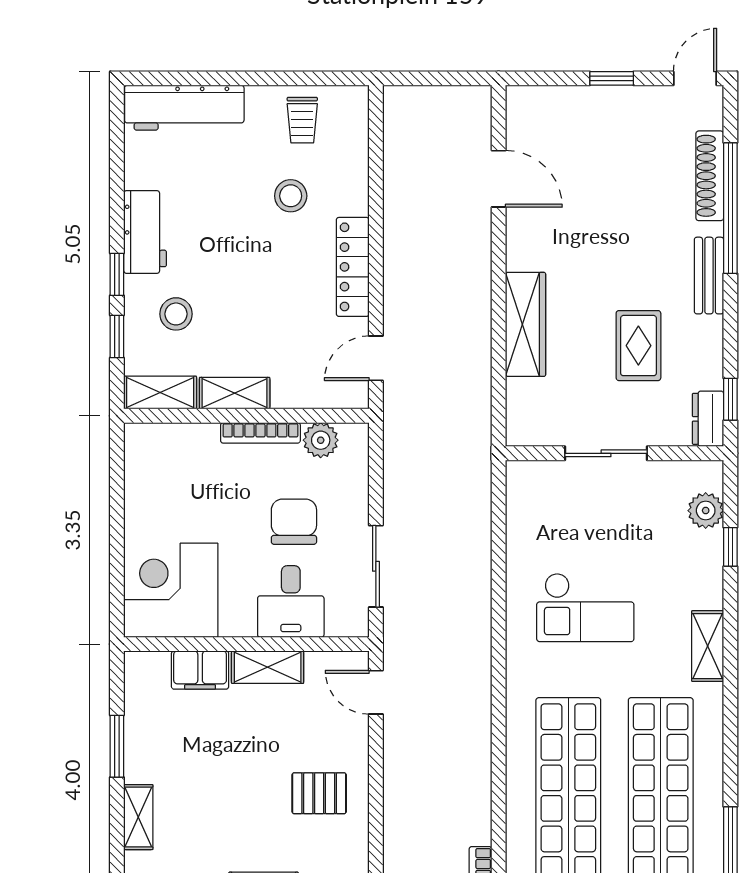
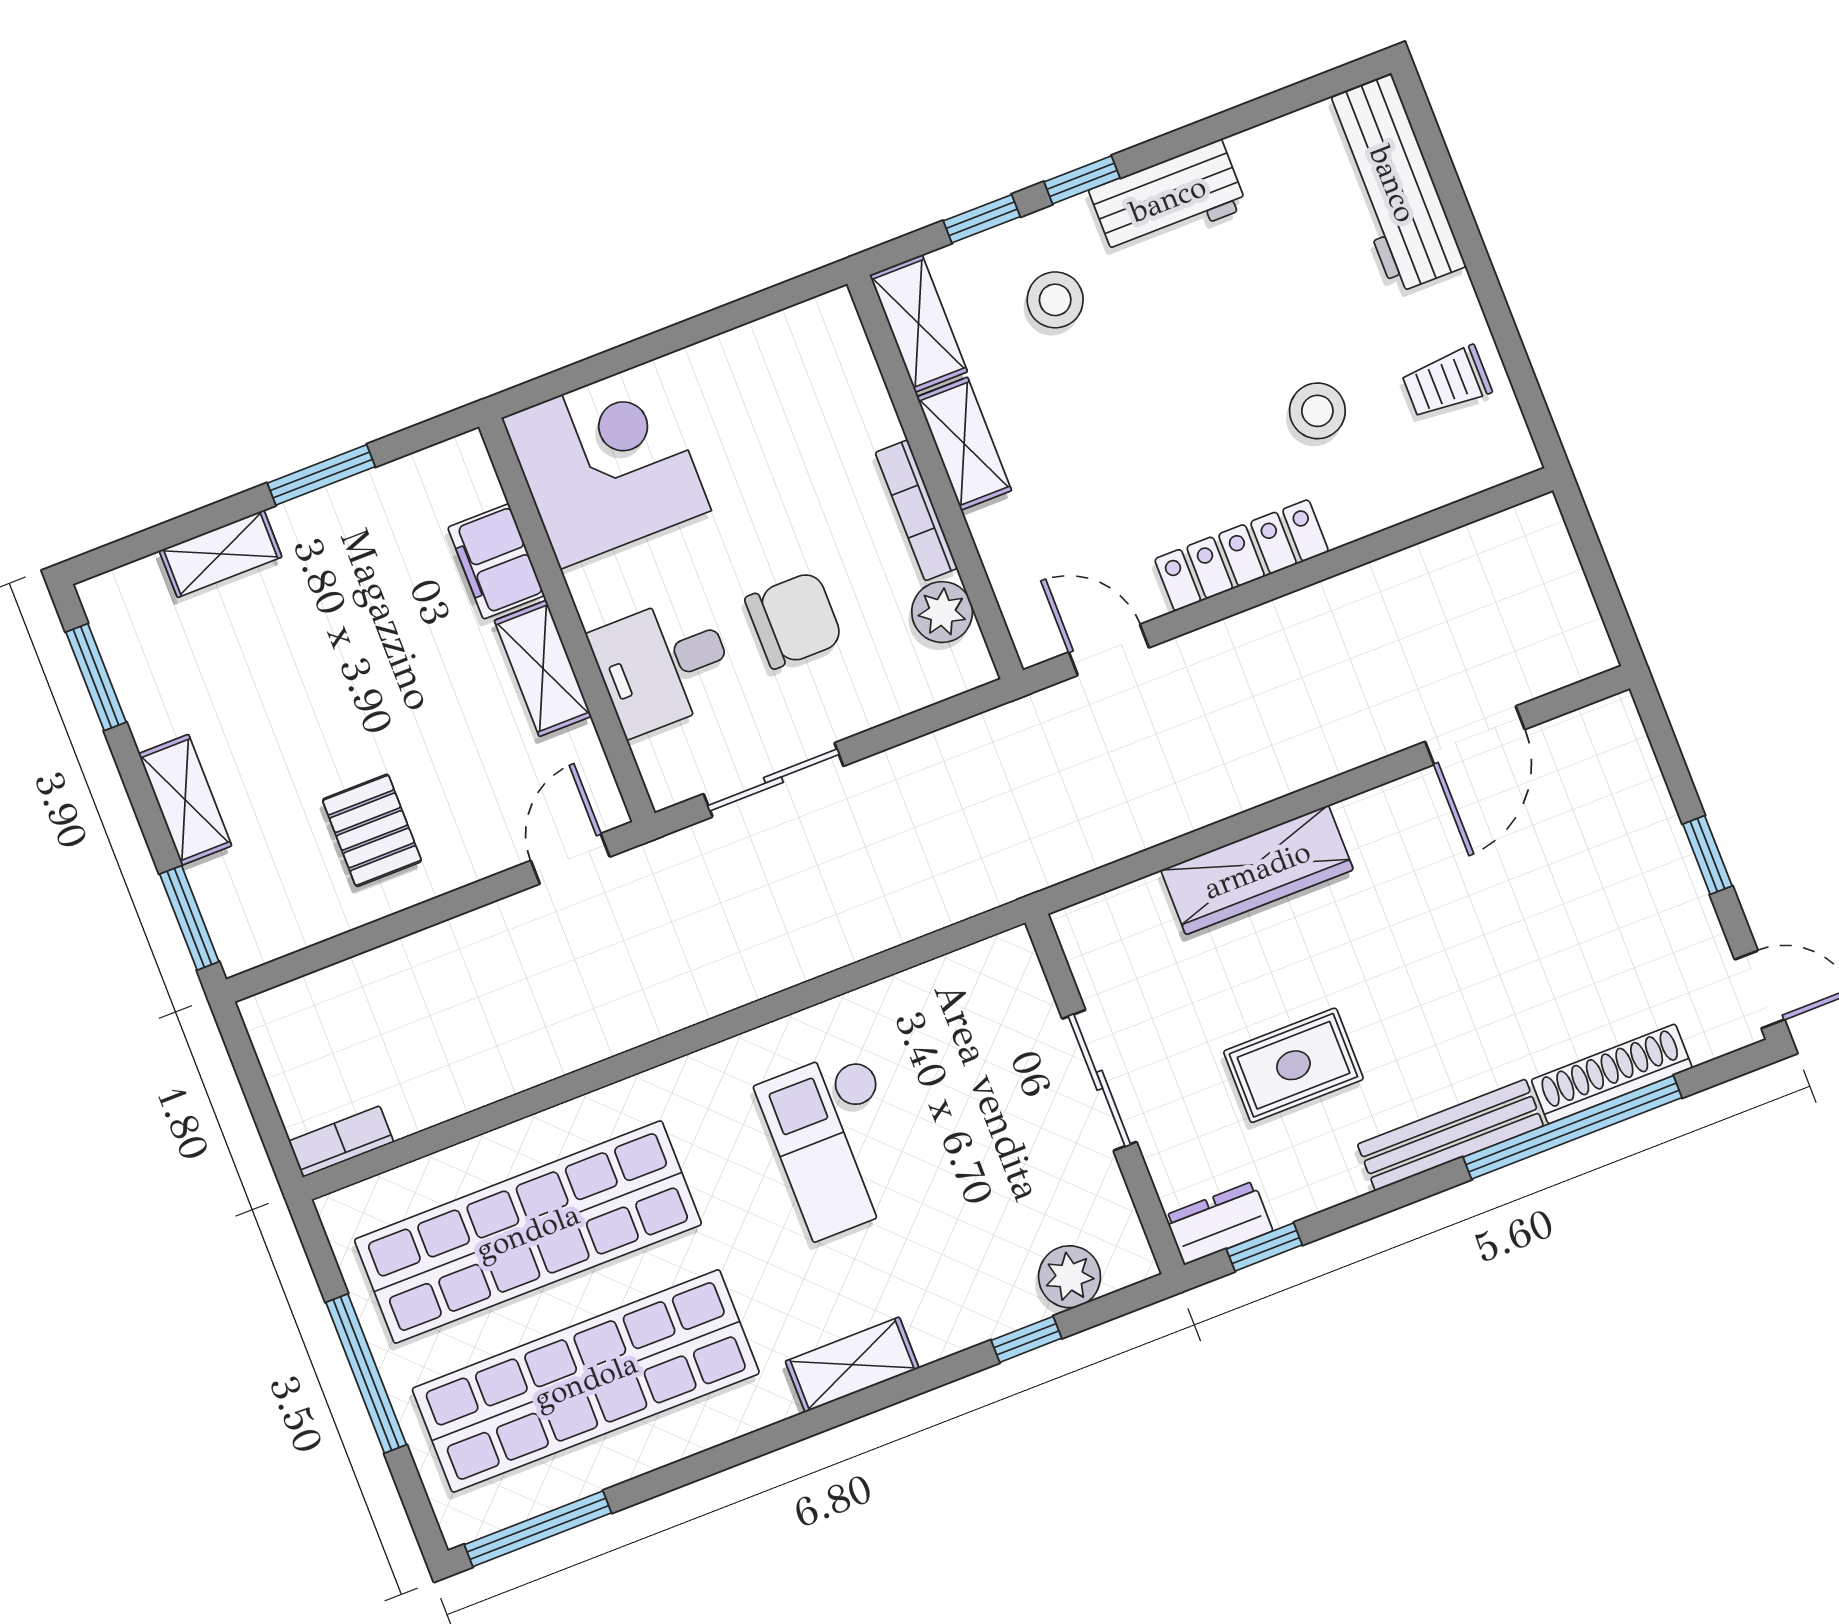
bench: (709, 276) -> (1450, 1135), width x1.36

